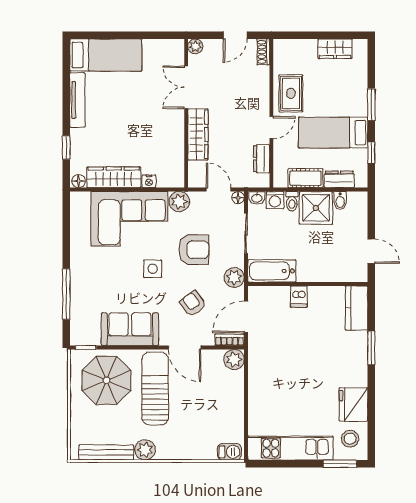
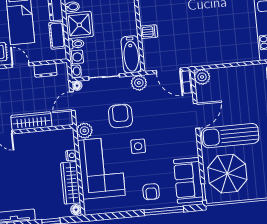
armchair: (193, 304) -> (151, 192), moved, turned -54
sofa: (130, 329) -> (188, 180), moved

